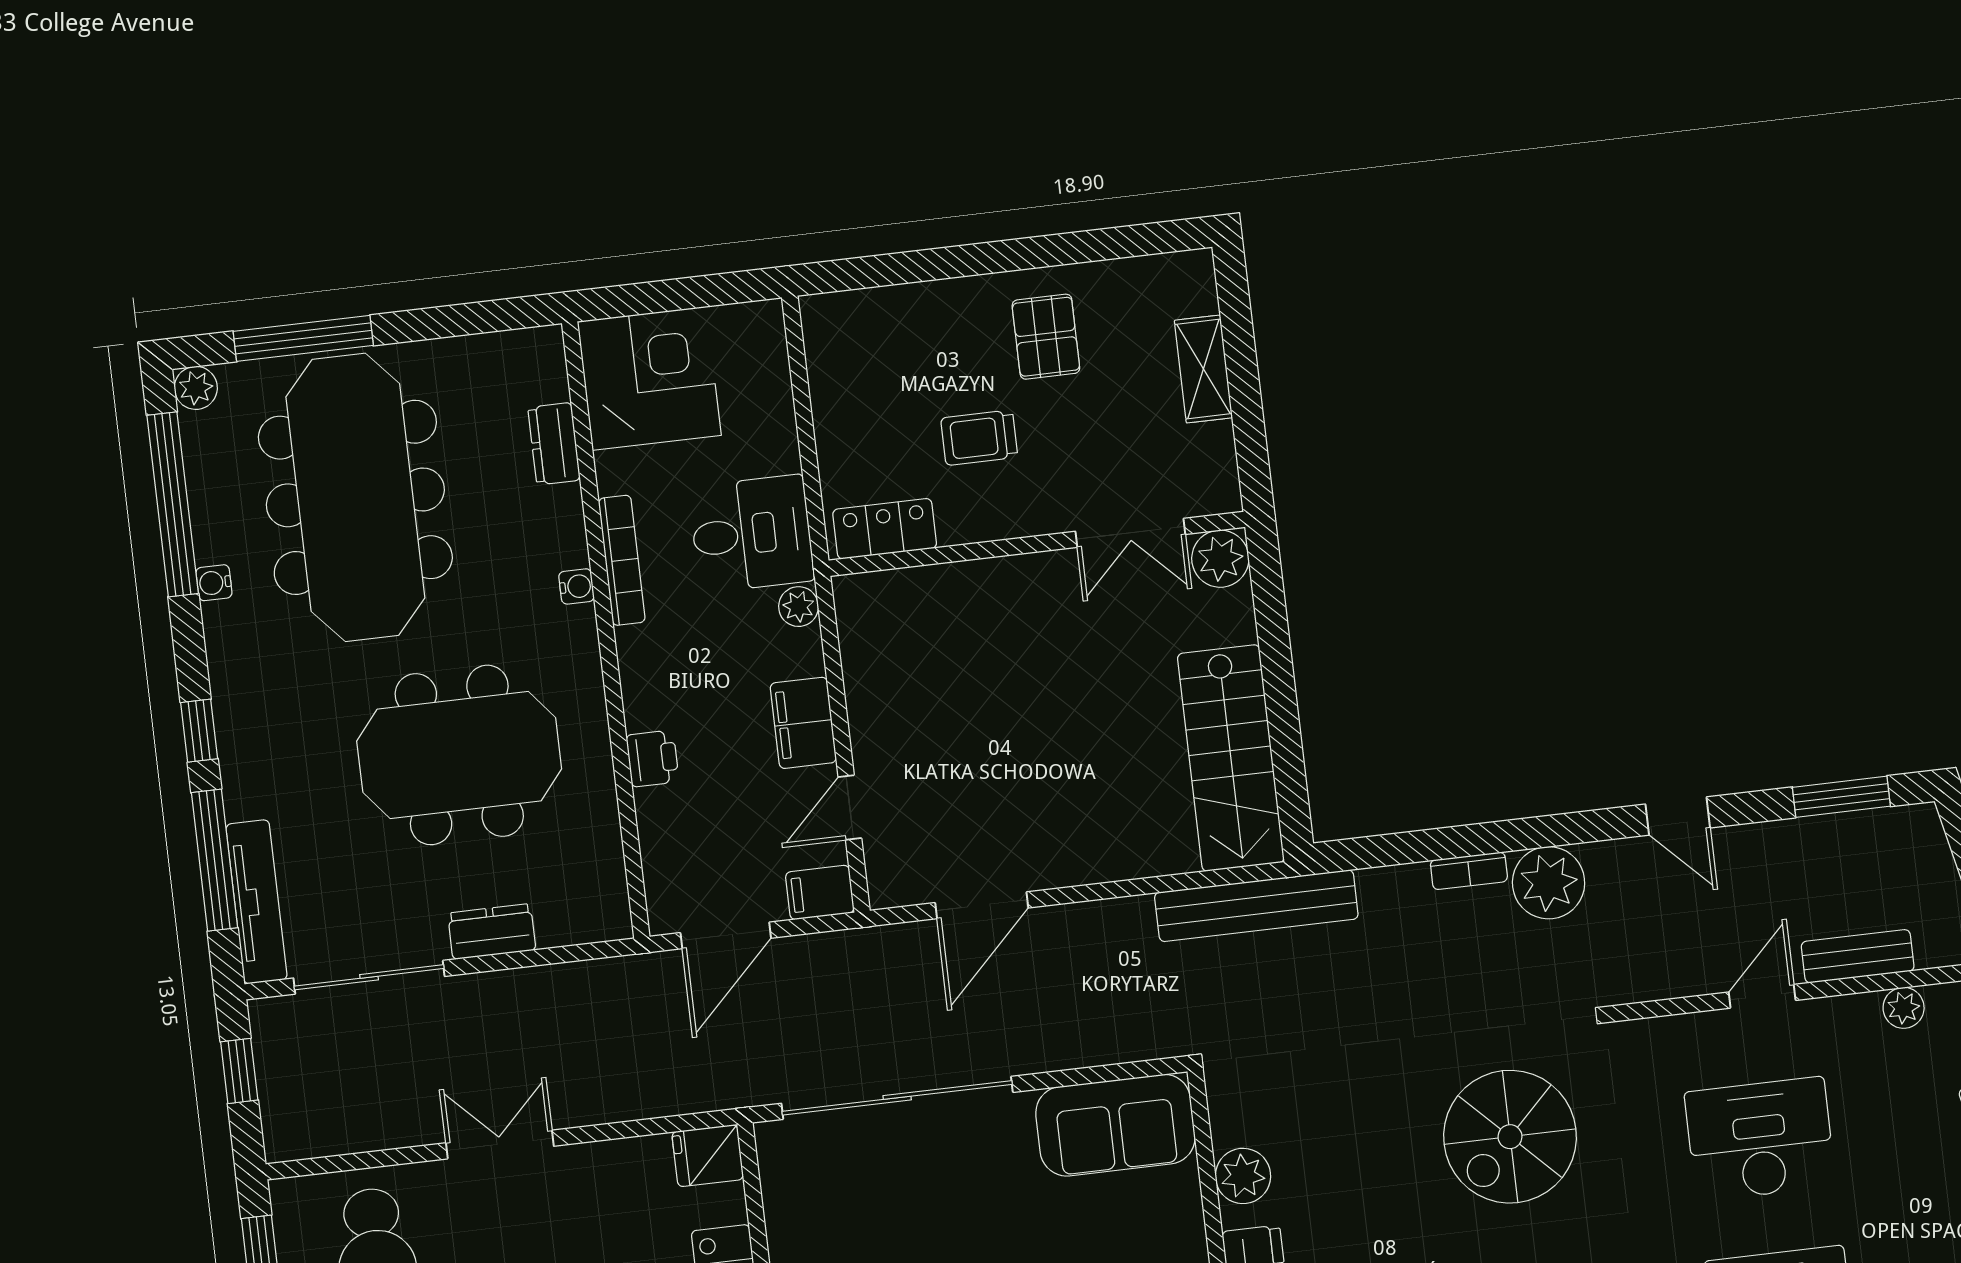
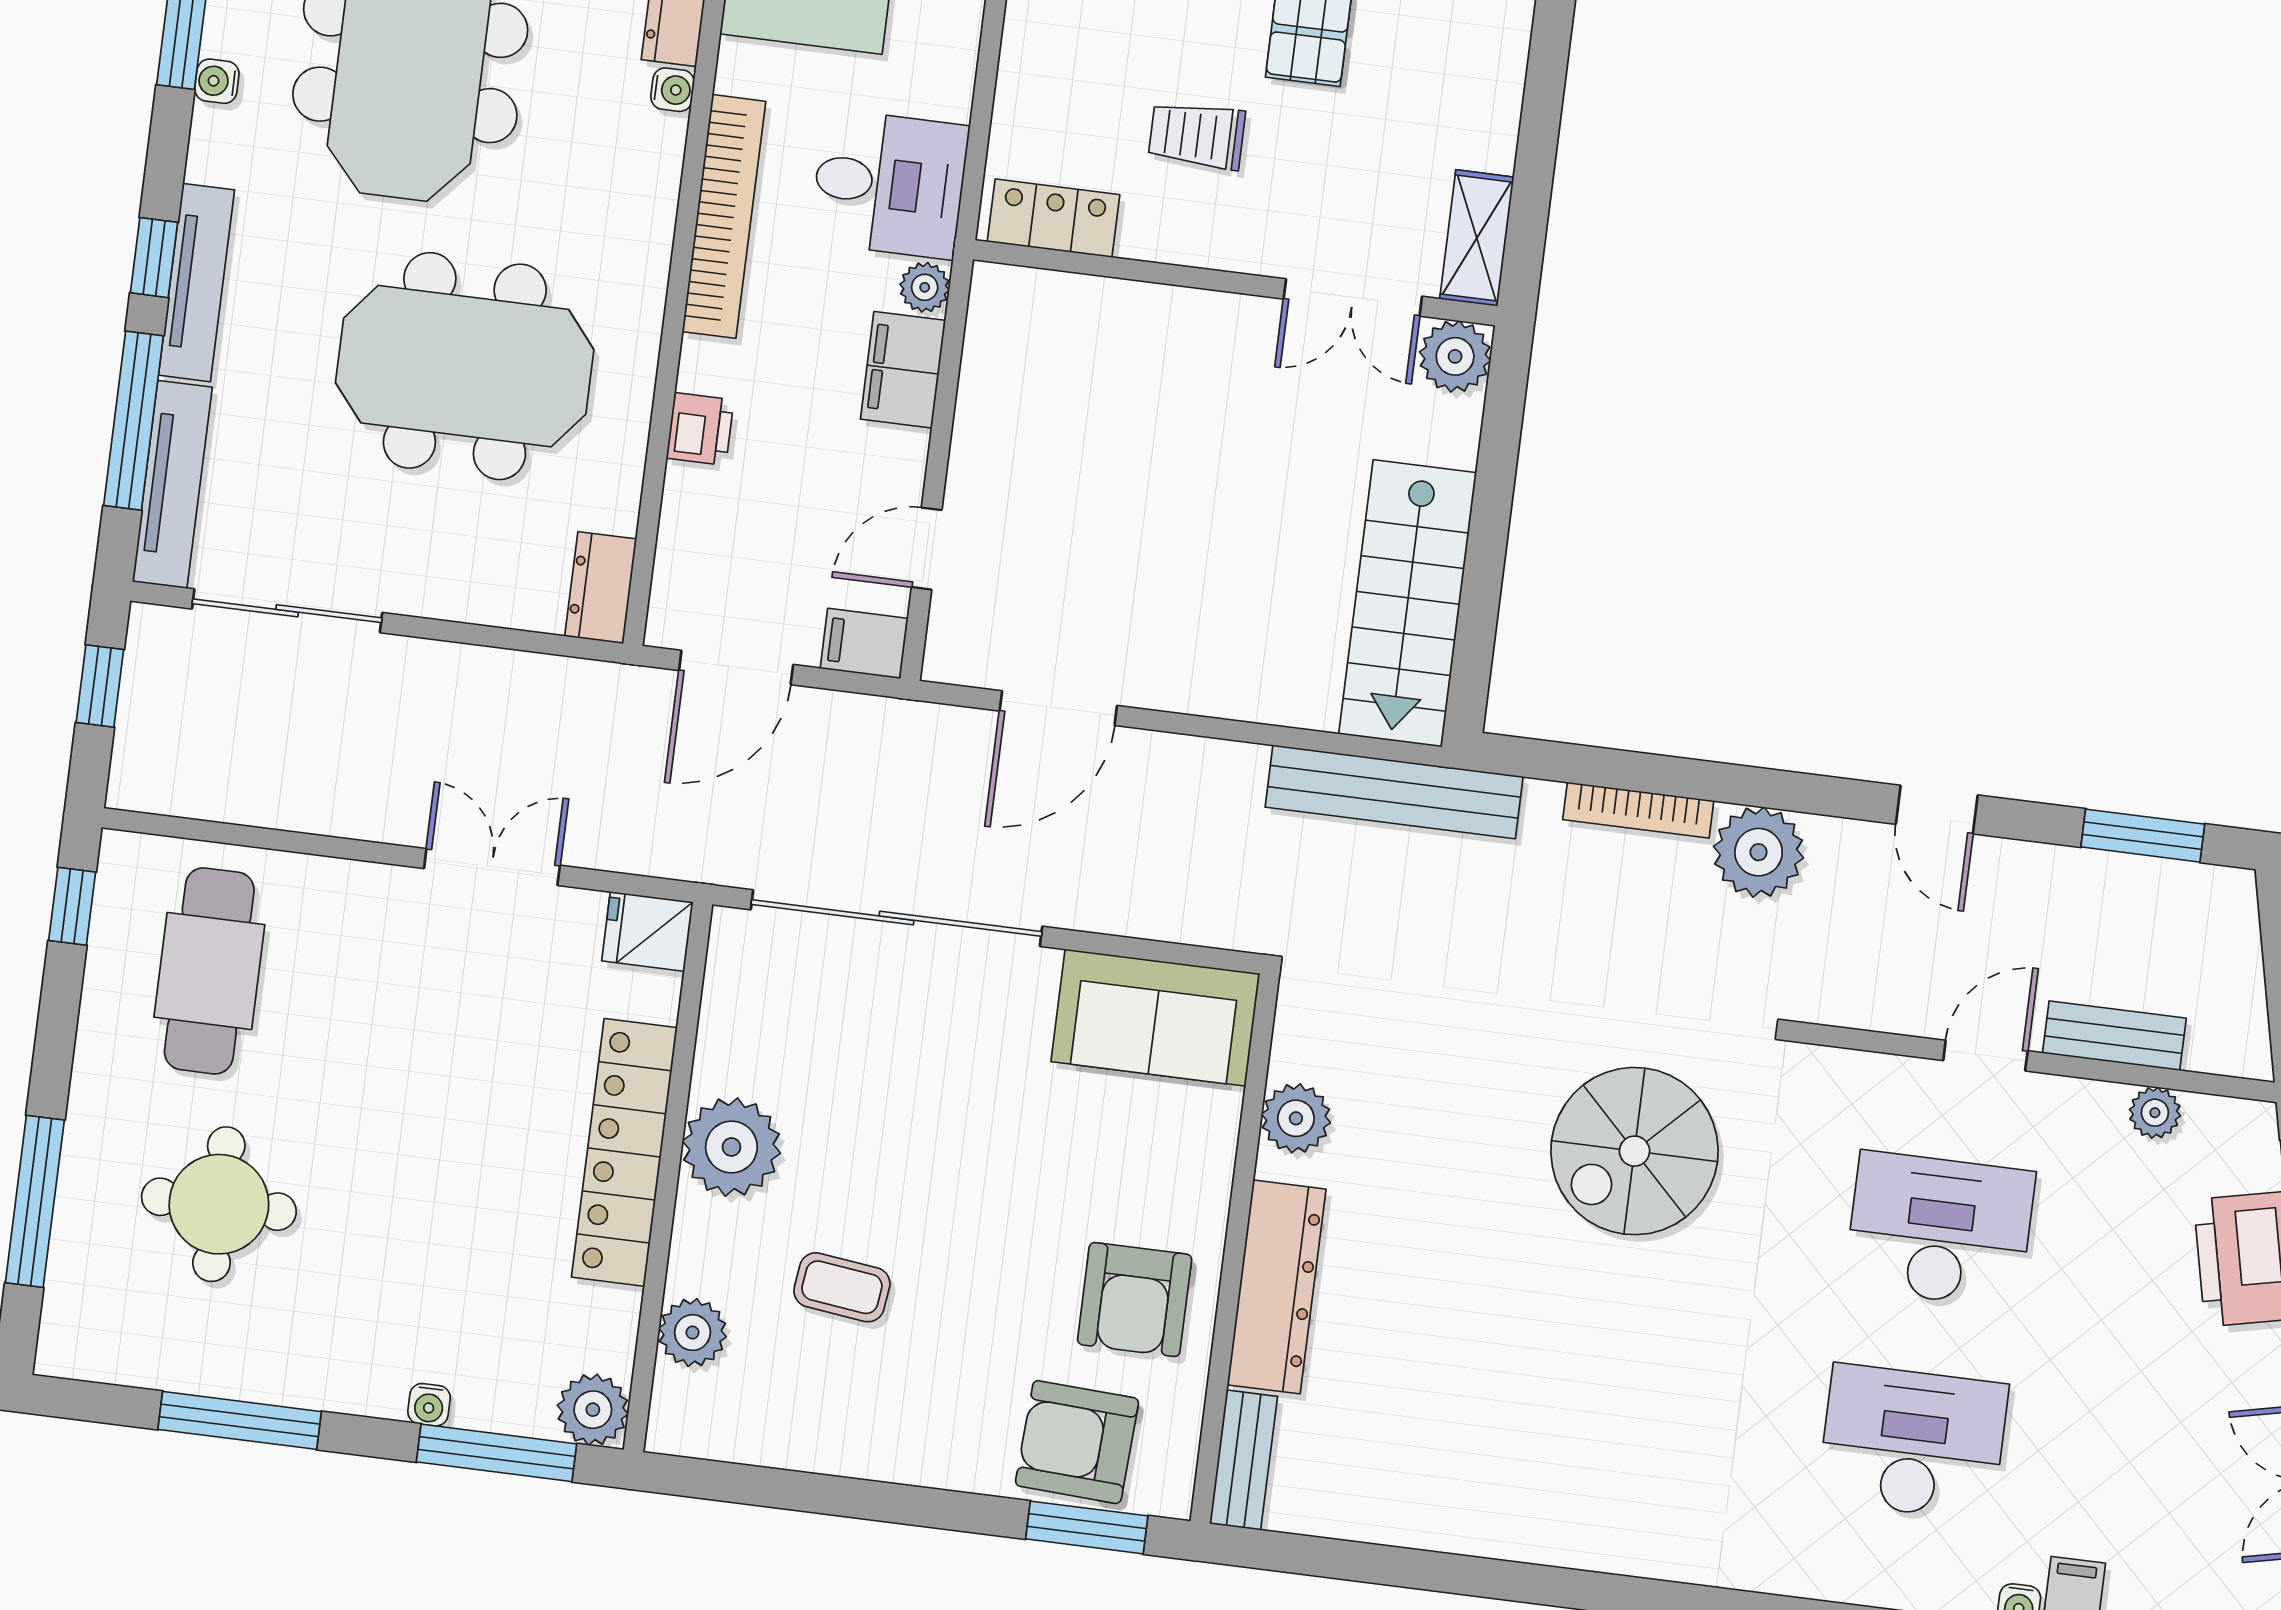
shelving: (1203, 369) -> (1477, 238), moved
bookcase: (622, 560) -> (724, 216), width x1.48, depth x1.31
water cooler: (576, 586) -> (673, 90), moved
filing cabinet: (803, 723) -> (903, 370), moved
tv unit: (237, 742) -> (197, 283), added
bookcase: (1469, 871) -> (1638, 810), width x1.56
dresser: (492, 932) -> (601, 588), moved, turned -90
double door: (500, 1145) -> (492, 867), moved

